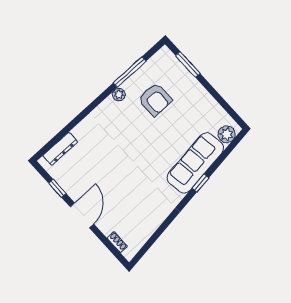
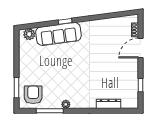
armchair: (155, 99) -> (33, 95), moved
dresser: (60, 149) -> (108, 104), moved
door: (82, 215) -> (141, 48), moved

